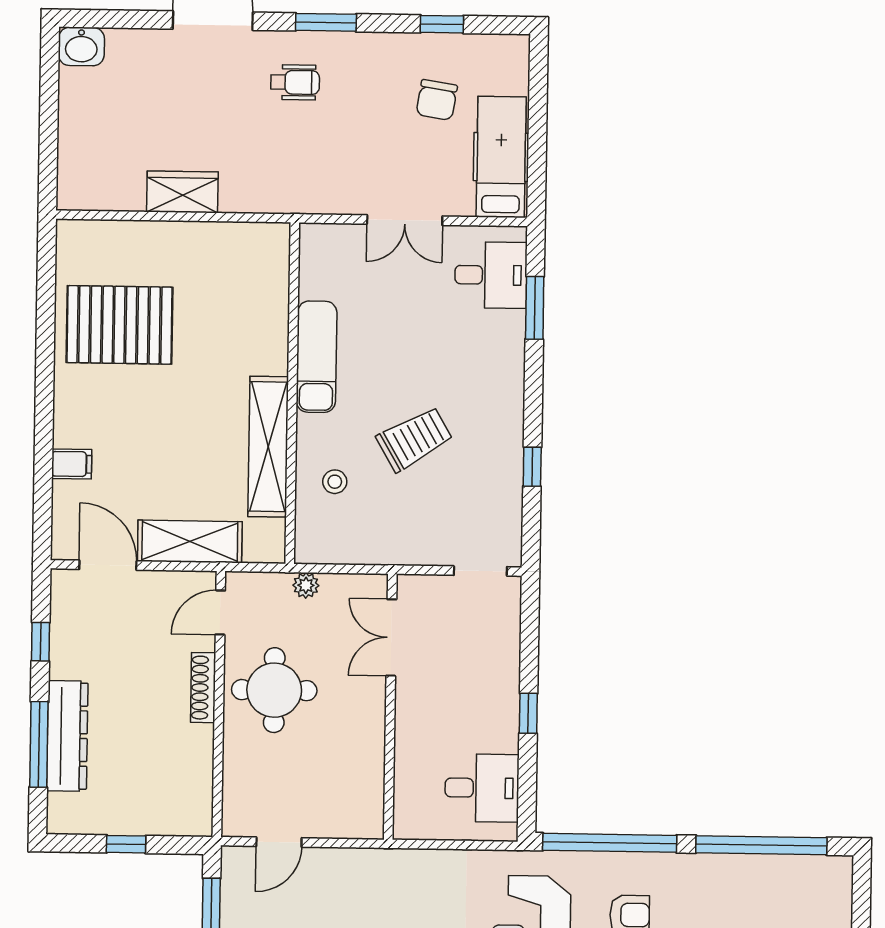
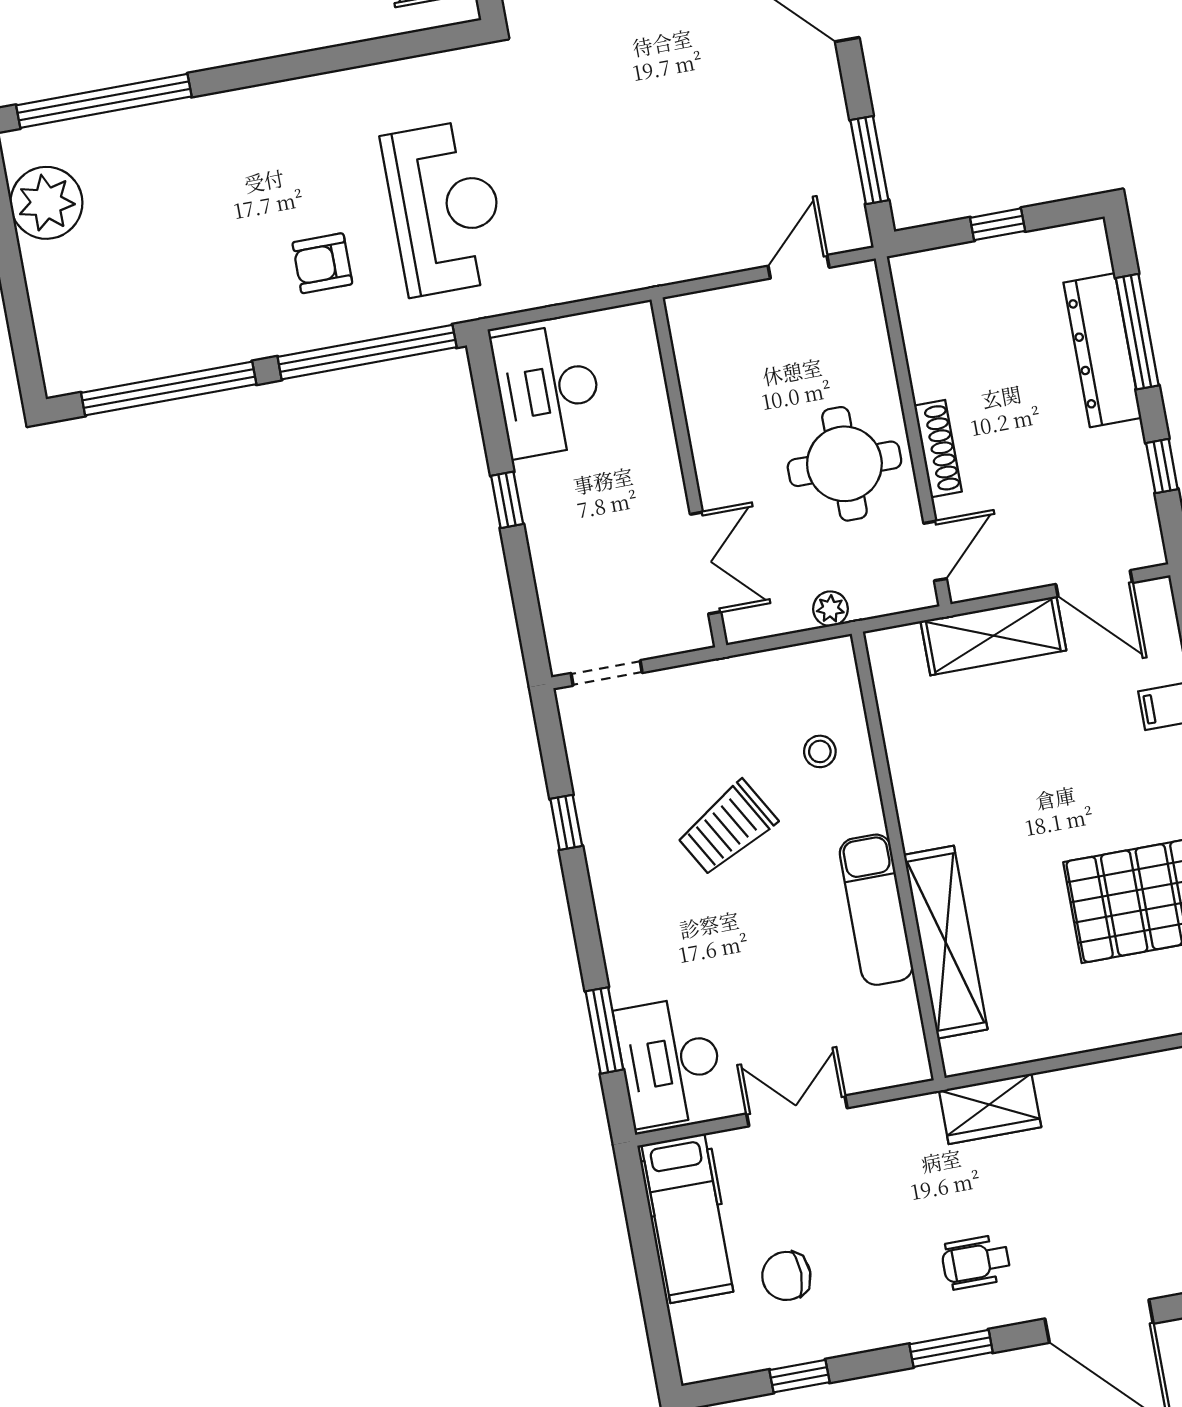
chair: (437, 100) -> (786, 1276), turned -99
wardrobe: (182, 192) -> (990, 1109), moved
desk: (491, 275) -> (670, 1062), width x1.37
shelving: (268, 447) -> (946, 942), moved
desk: (482, 788) -> (548, 390), width x1.37

